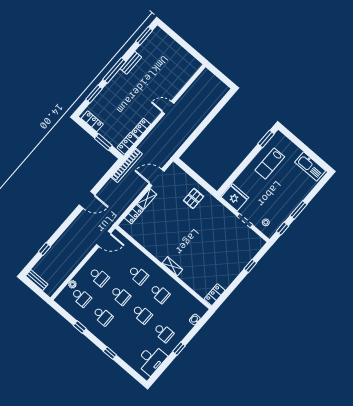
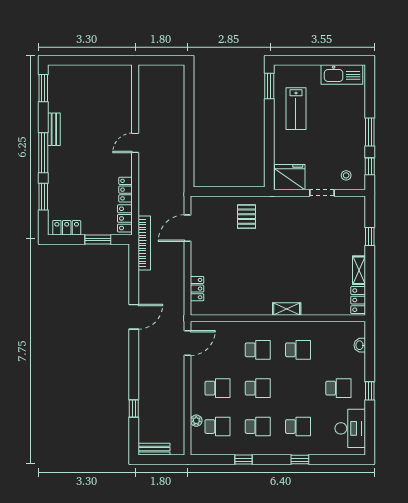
shelving: (147, 199) -> (359, 270), moved
school desk: (142, 314) -> (298, 427), moved

